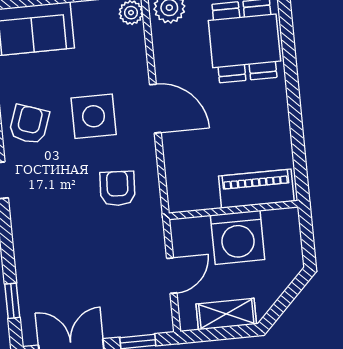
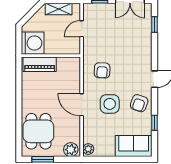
washing machine: (238, 237) -> (33, 43), moved, turned 90

